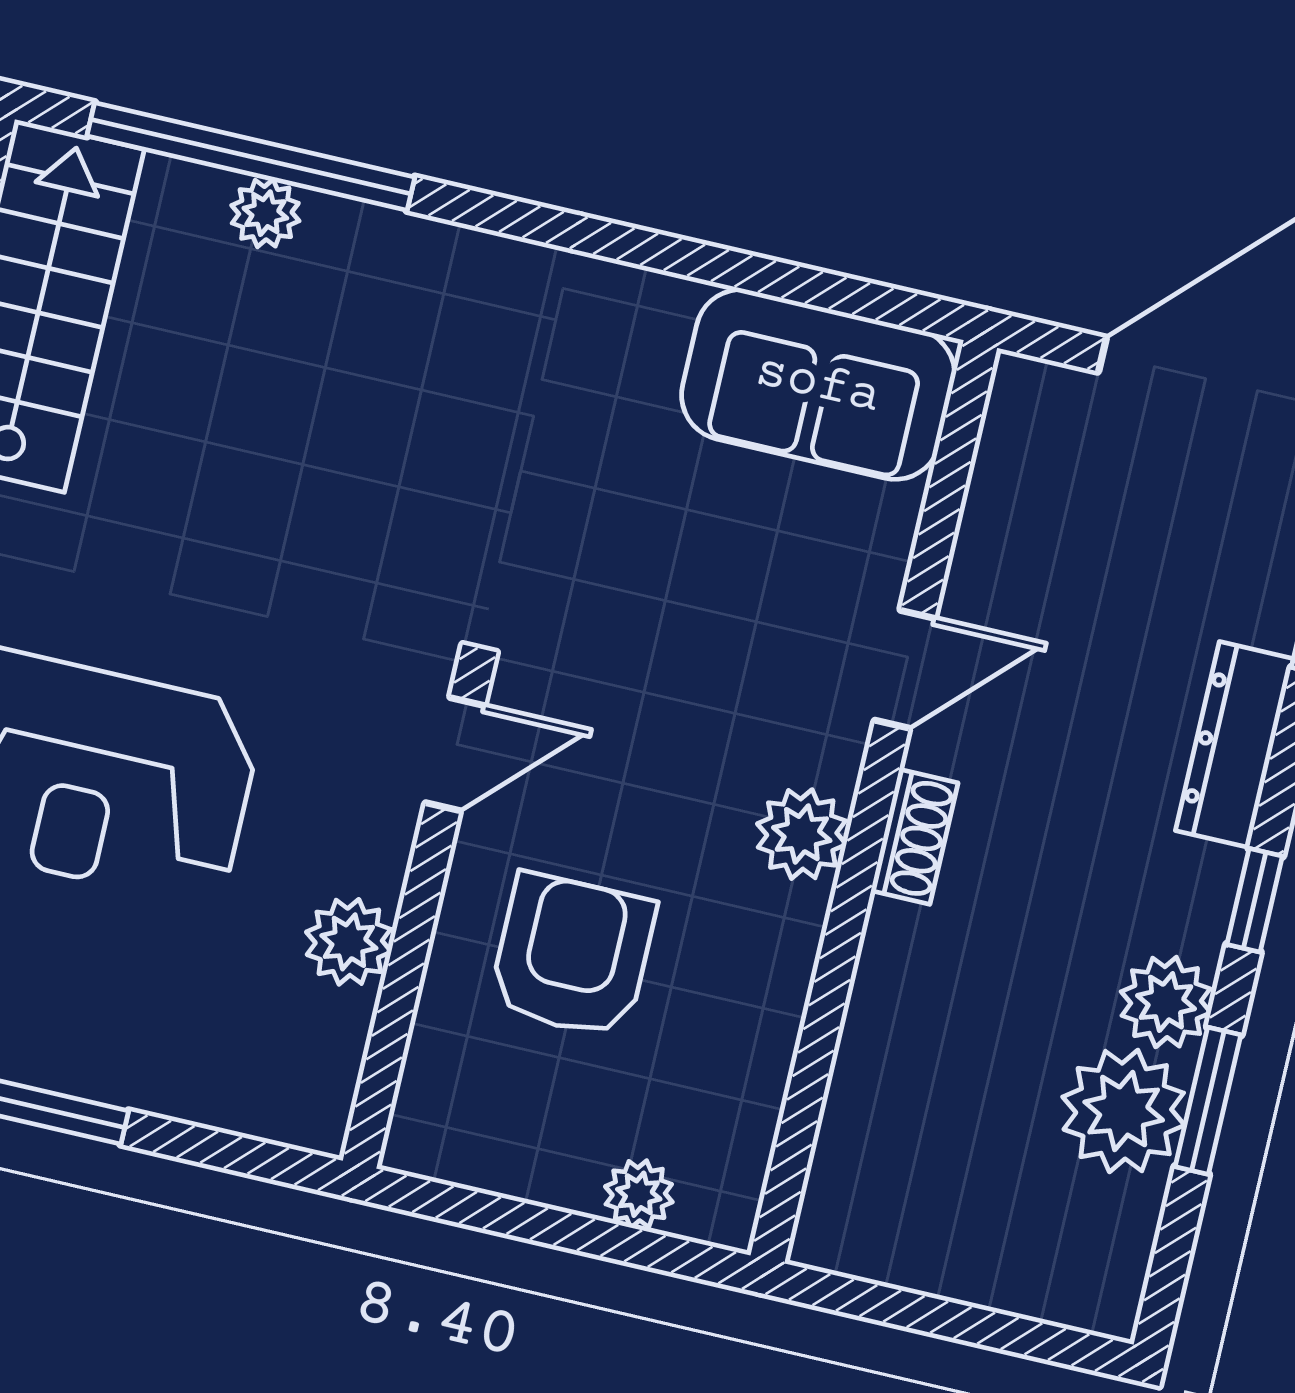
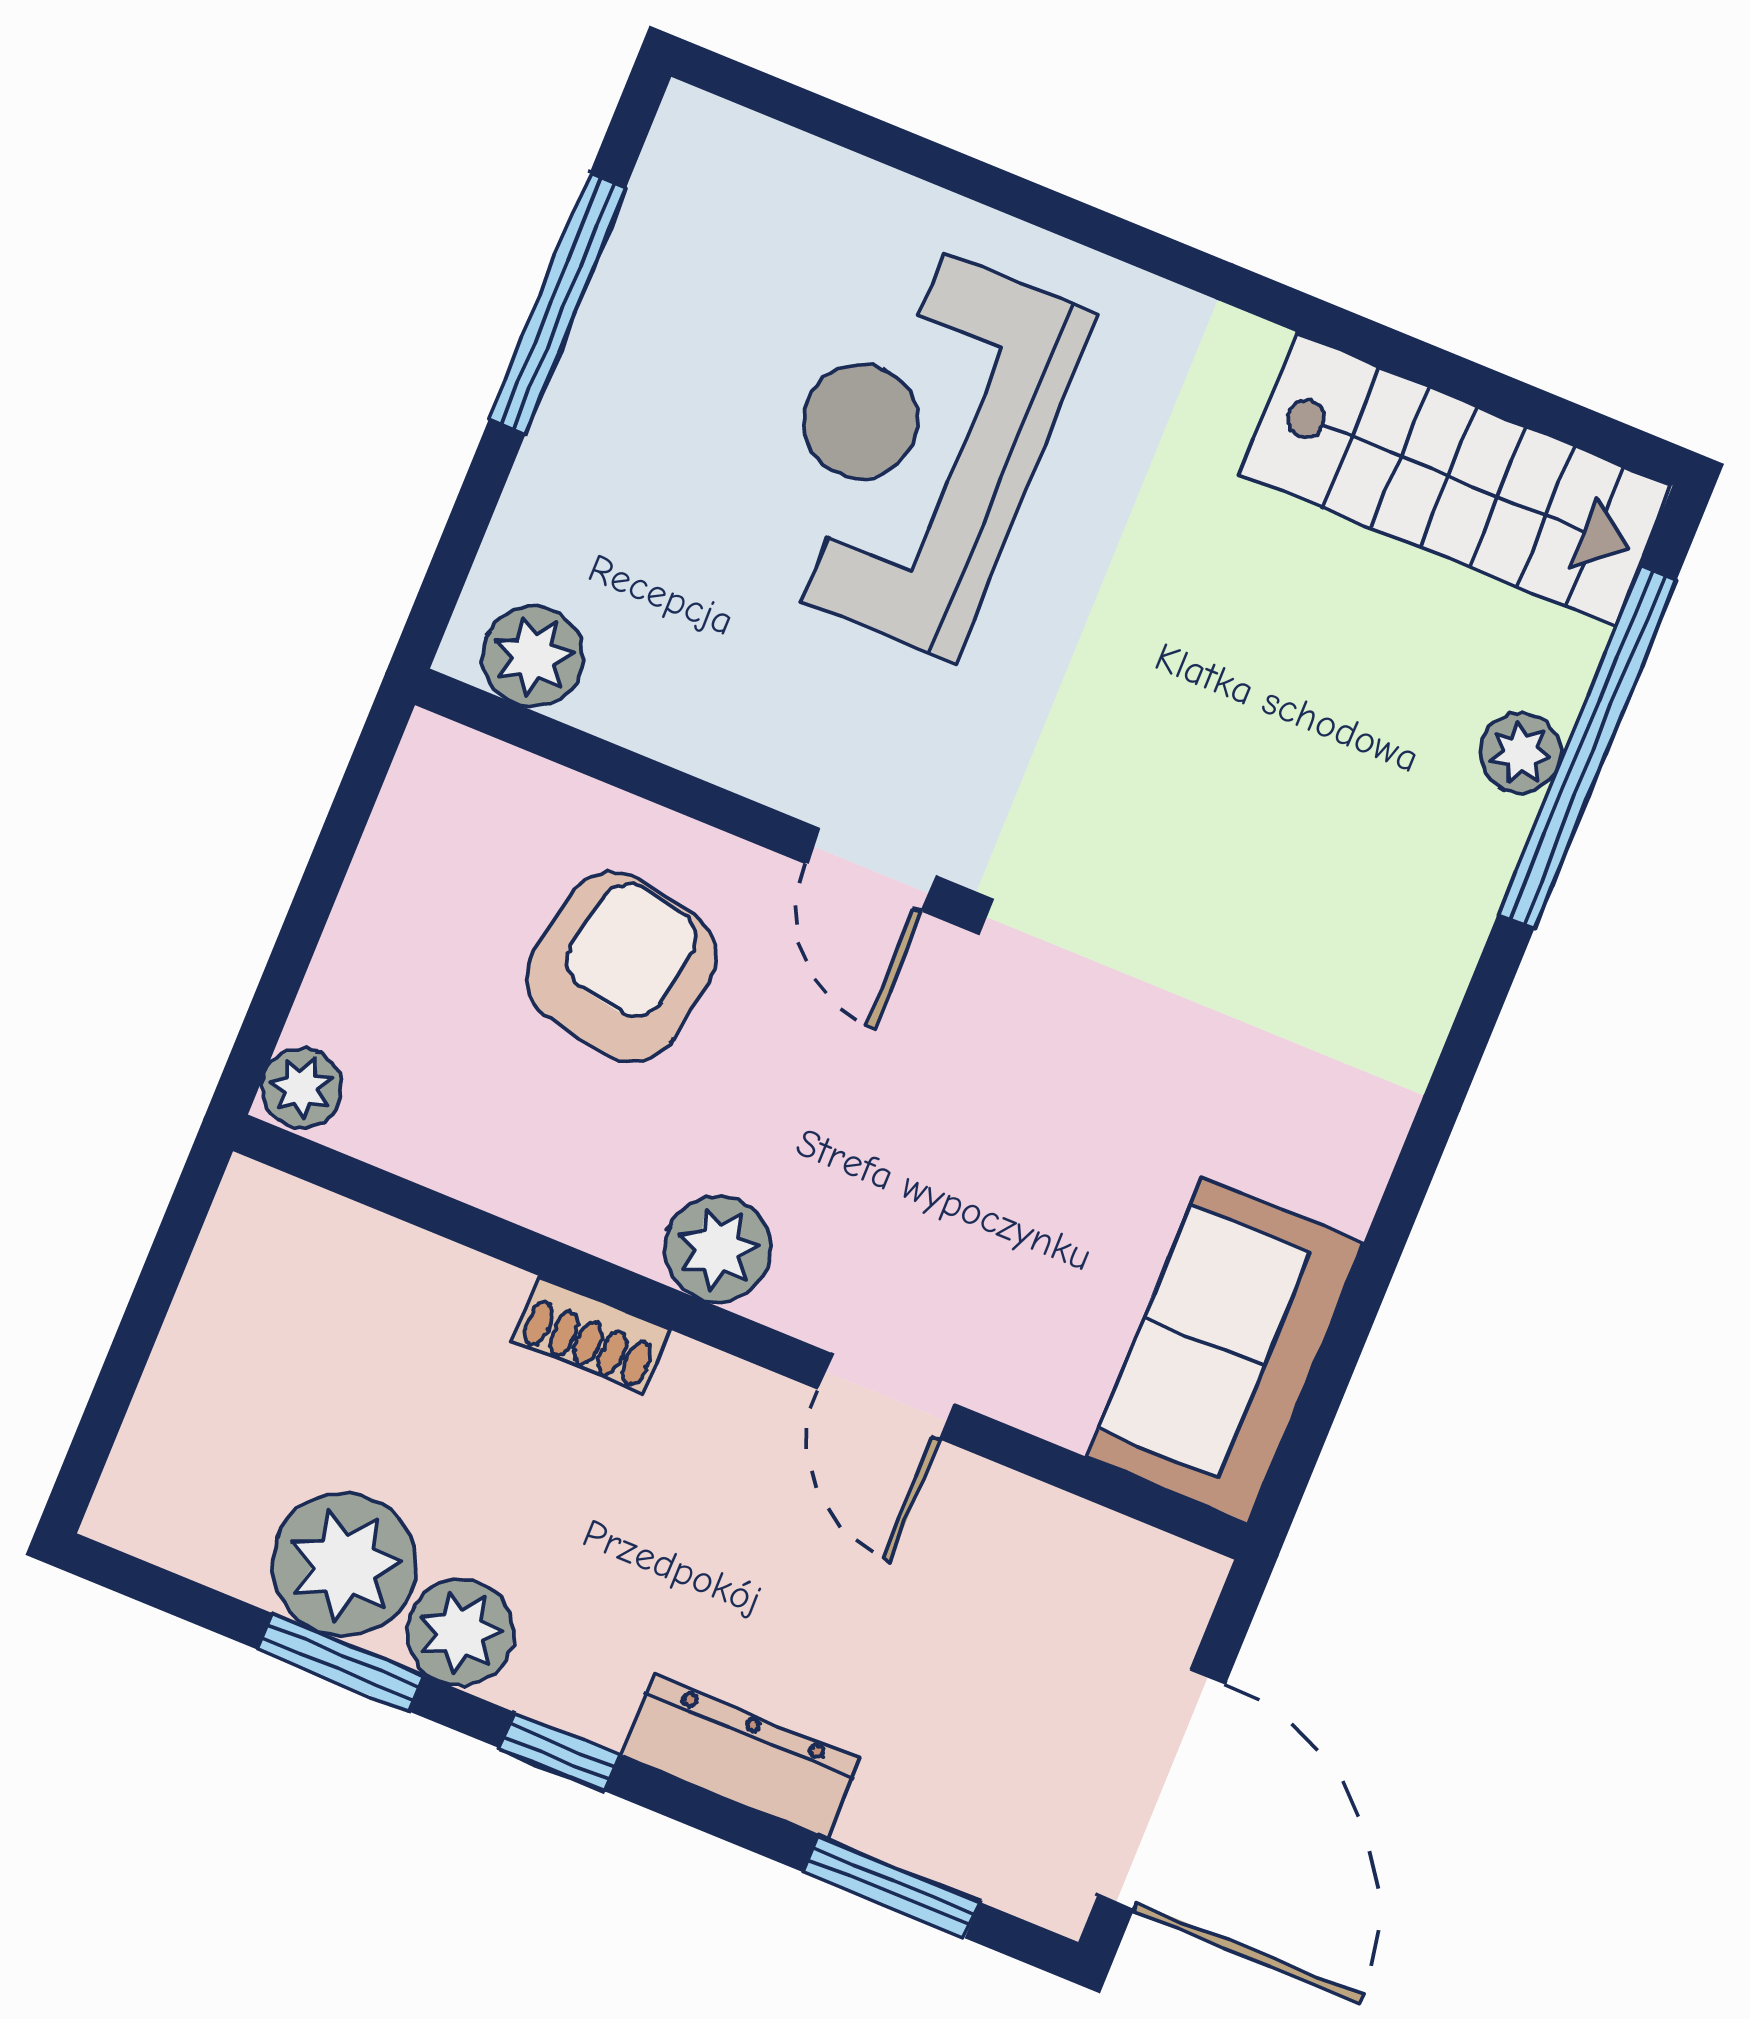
shoe rack: (914, 837) -> (591, 1335), moved
plant: (349, 942) -> (533, 656), moved
armchair: (572, 955) -> (621, 967), turned -80
plant: (639, 1194) -> (302, 1088), moved

